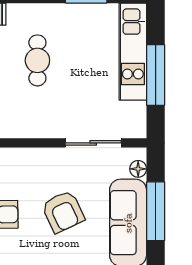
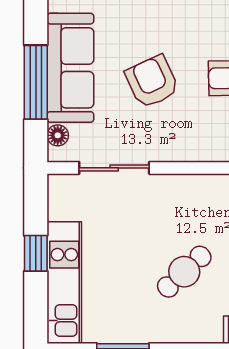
cafe table: (37, 60) -> (184, 272), turned 47
window: (156, 75) -> (36, 253), width x0.46

